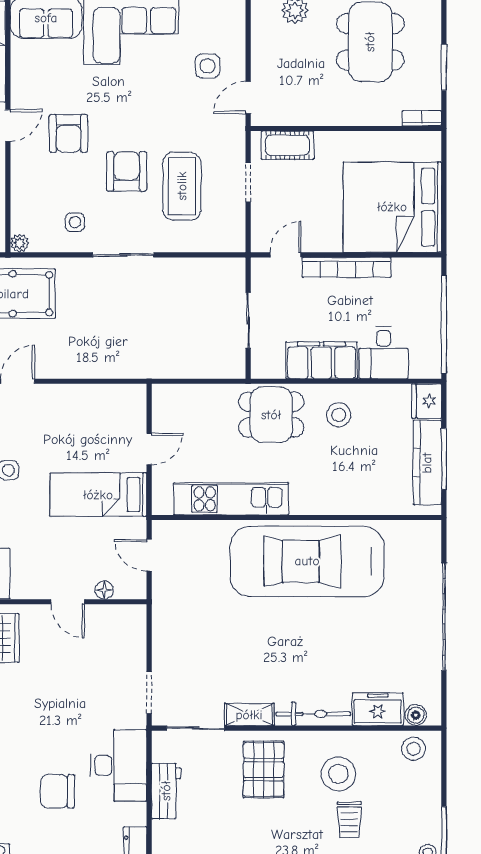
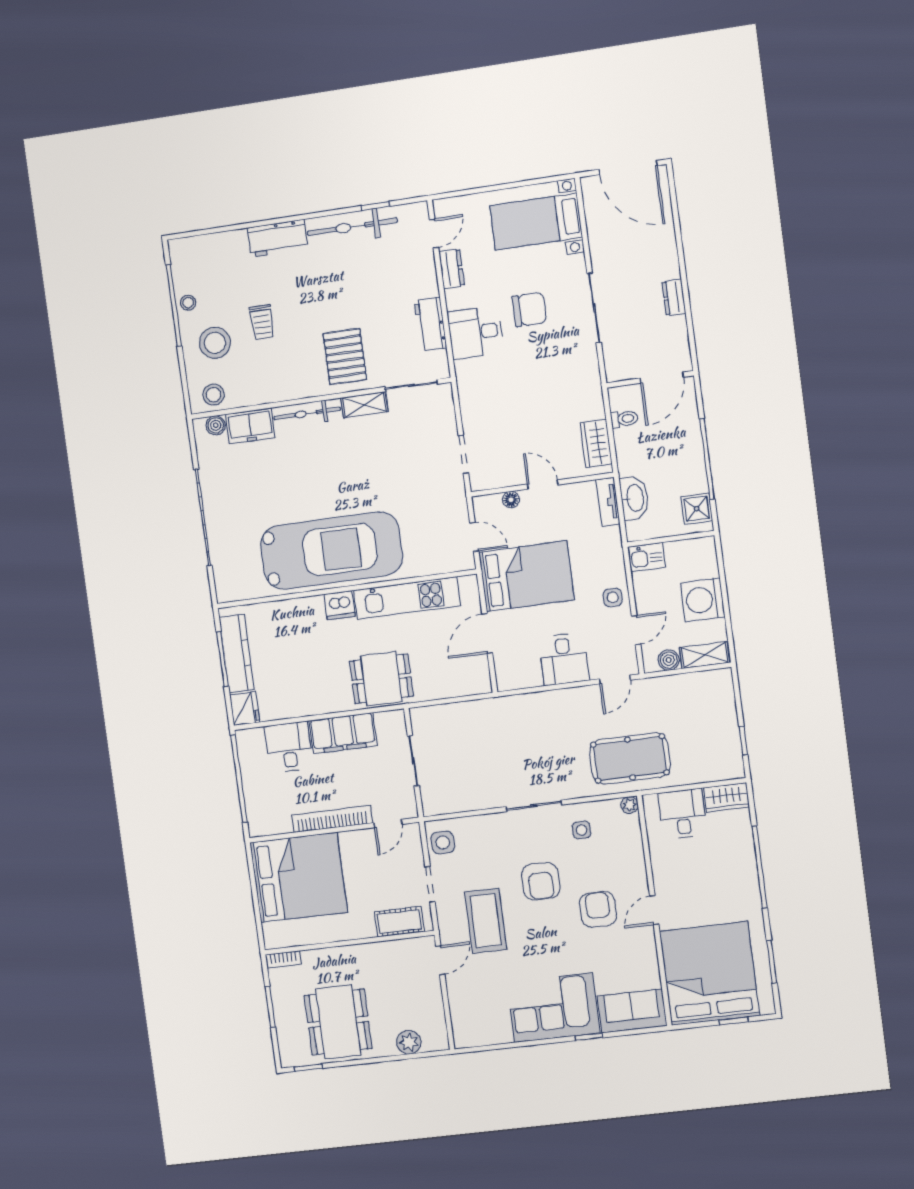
side table: (208, 66) -> (443, 842), moved
coffee table: (182, 186) -> (486, 921), moved
desk: (70, 410) -> (564, 659), added
stool: (339, 415) -> (321, 686), removed
door: (149, 449) -> (487, 633), width x1.38
bed: (98, 495) -> (526, 576), width x1.50
dishwasher: (306, 501) -> (340, 605), added
doorway: (149, 693) -> (463, 454), moved
desk: (118, 765) -> (476, 332), width x0.73
stool: (338, 774) -> (215, 343), moved
trolley: (349, 820) -> (262, 322), turned 180

